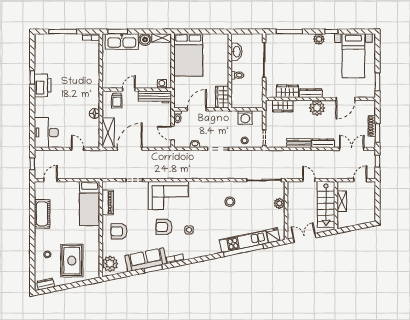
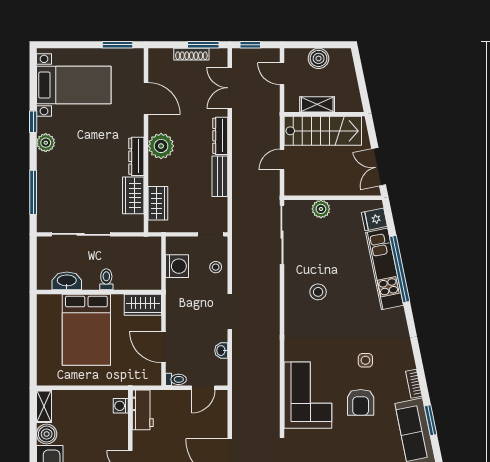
bed: (188, 55) -> (86, 330), moved, turned 90
workbench: (155, 97) -> (143, 410), width x0.73
boiler: (369, 202) -> (319, 58), added

